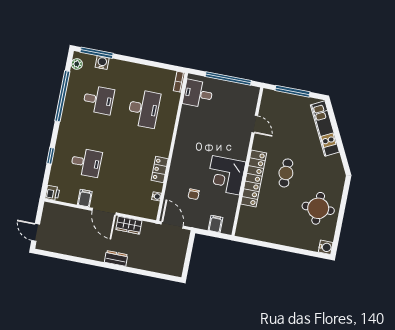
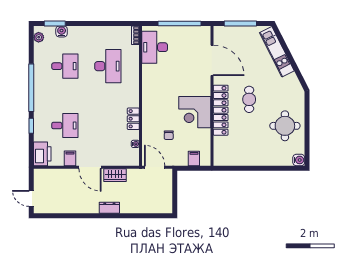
window: (97, 53) -> (55, 23), width x0.69
desk: (198, 94) -> (155, 47), width x1.37
window: (62, 96) -> (31, 88), moved
door: (255, 124) -> (212, 60), width x1.87
printer: (52, 193) -> (42, 154), width x1.87, depth x1.48

